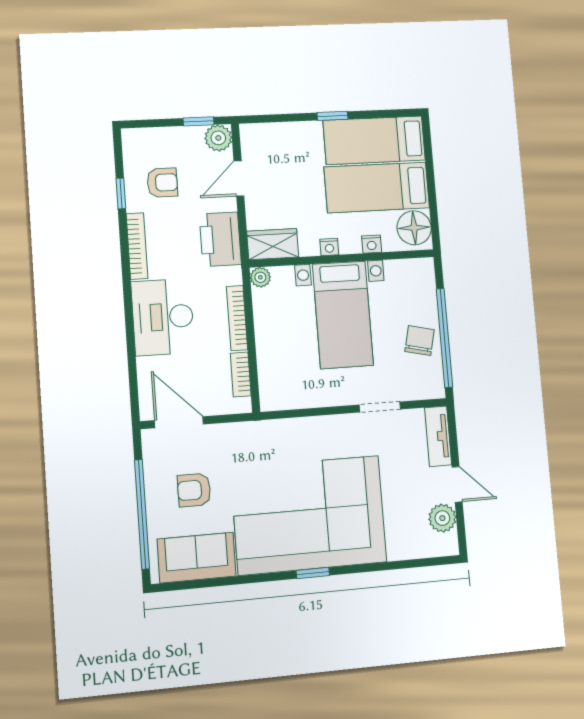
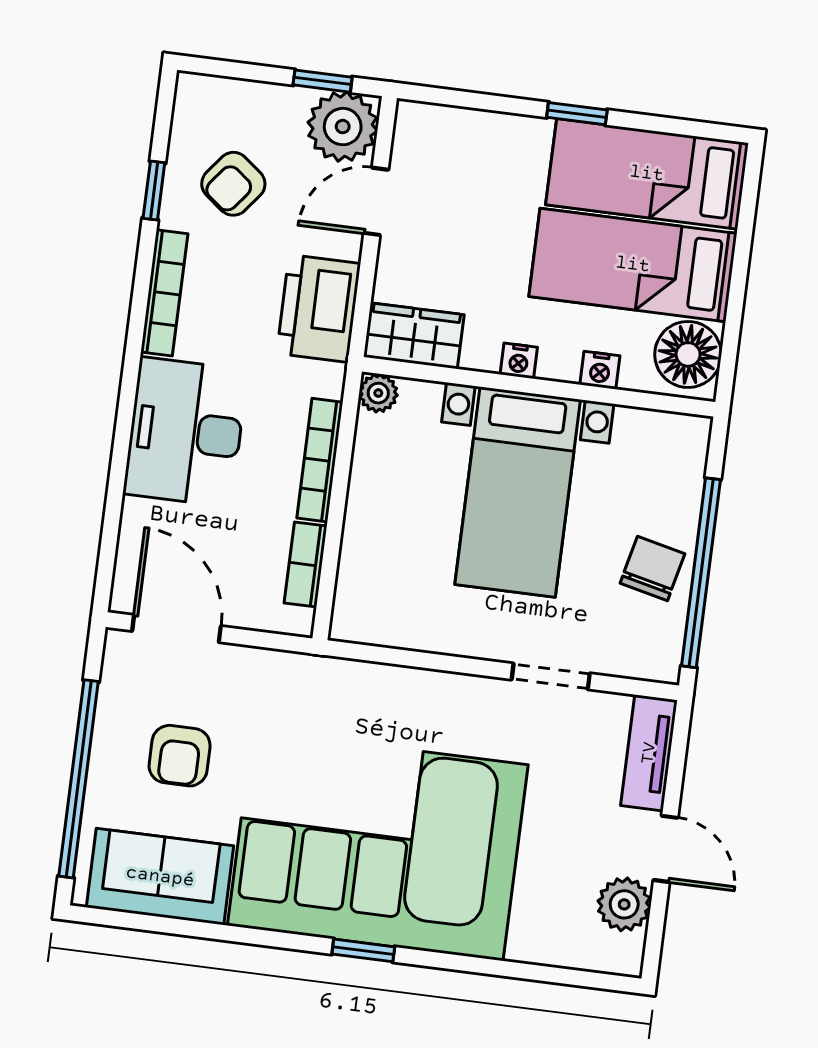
plant: (218, 138) -> (343, 127), width x1.36, depth x1.36
armchair: (162, 183) -> (233, 184), turned 128
armchair: (194, 490) -> (180, 756), turned -90

